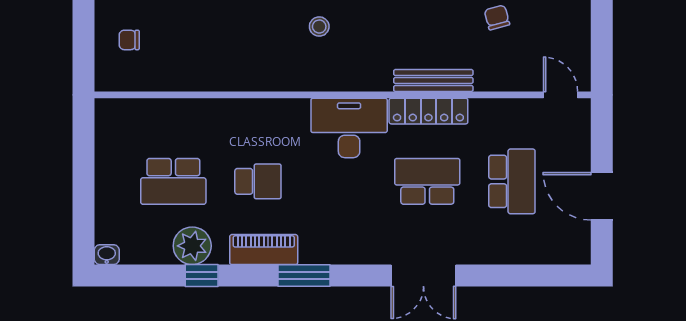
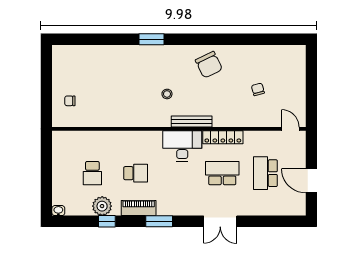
bench: (433, 80) -> (192, 122), moved
school desk: (173, 181) -> (92, 173), width x0.54
school desk: (512, 181) -> (265, 173), turned 180

